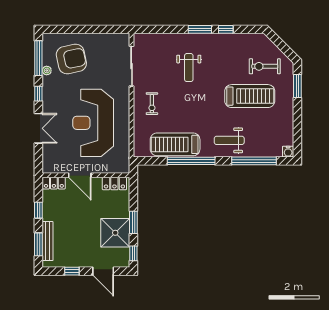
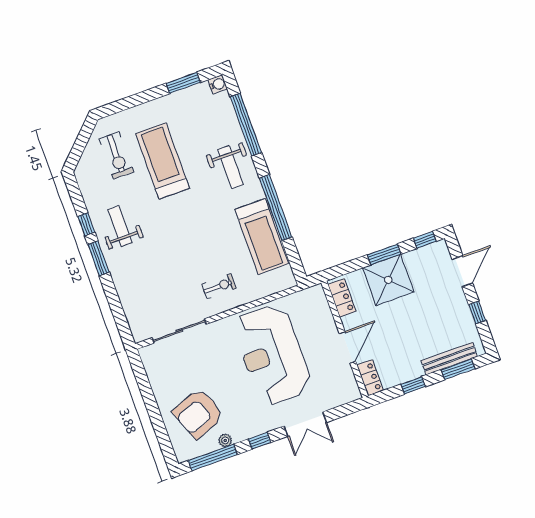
armchair: (71, 59) -> (198, 414), turned -99
weight bench: (189, 68) -> (120, 226), moved, turned -90
window: (297, 86) -> (183, 83), moved
reception desk: (93, 123) -> (272, 355), turned 90
double door: (38, 128) -> (305, 424), swing flipped
shower: (115, 233) -> (388, 280), moved

